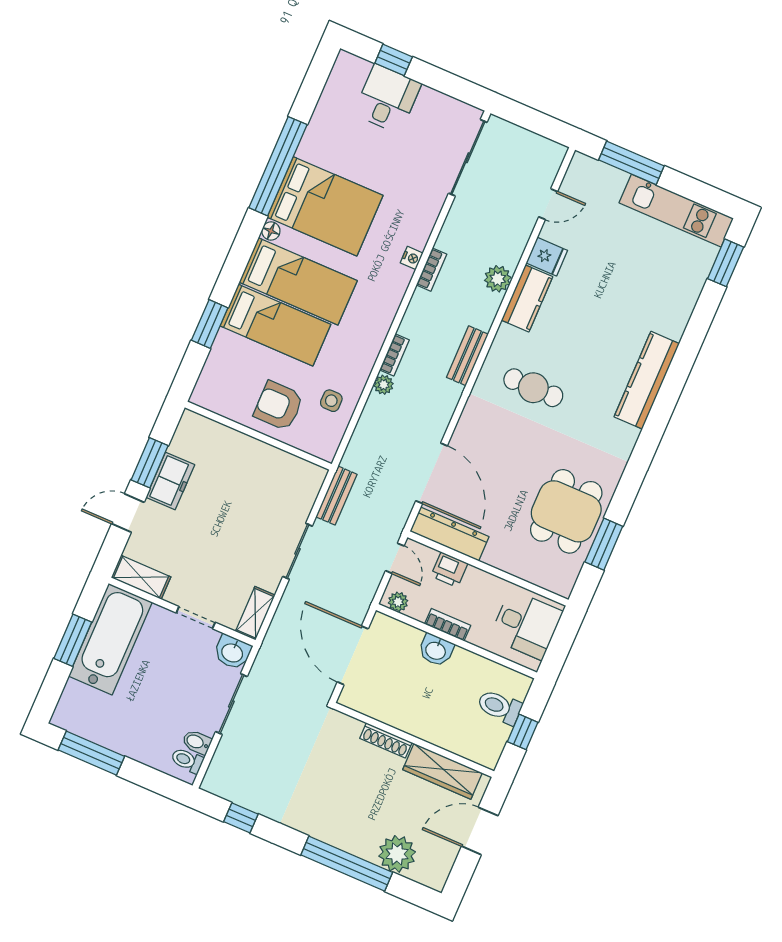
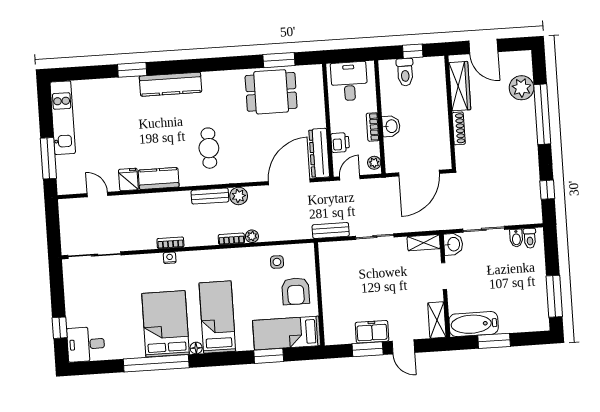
desk: (387, 99) -> (86, 344), moved
window: (726, 263) -> (132, 70), moved
plant: (498, 279) -> (239, 196), moved
bed: (275, 325) -> (287, 333), moved, turned -90
bathtub: (110, 639) -> (474, 324), width x0.73, depth x0.73

